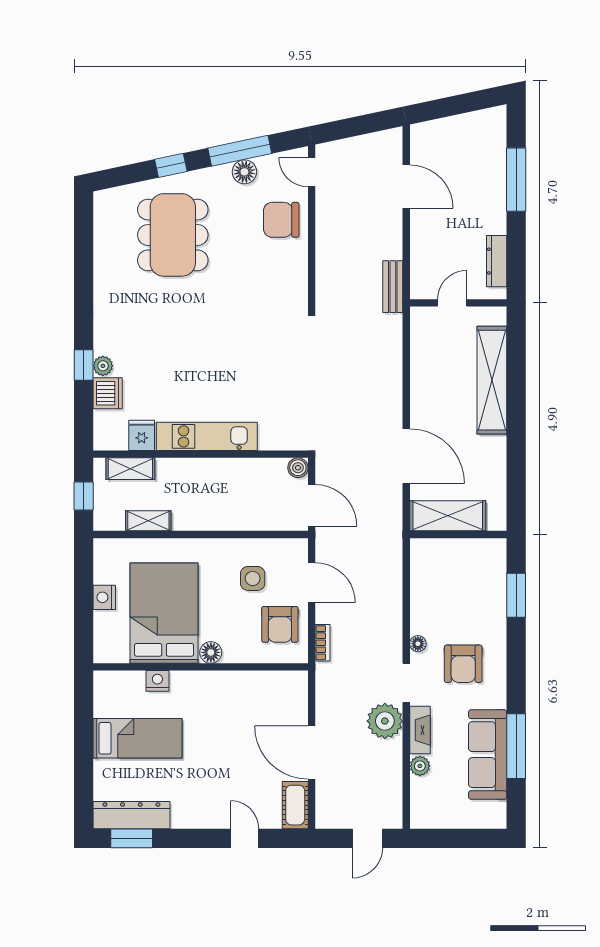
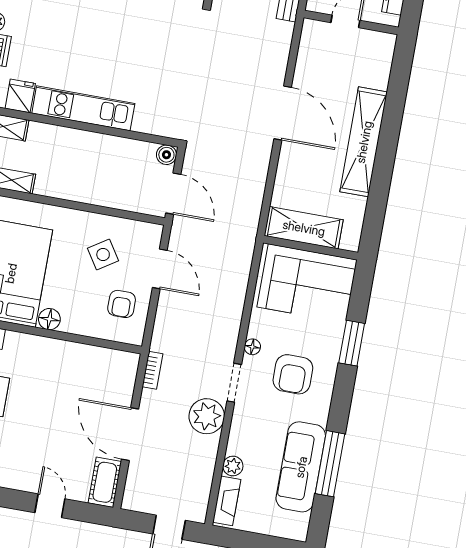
shelving: (492, 380) -> (364, 142), moved
door: (406, 456) -> (283, 113), moved
corner sofa: (461, 571) -> (307, 283), added
side table: (253, 578) -> (103, 254), turned -33
window: (516, 595) -> (352, 343), moved
armchair: (280, 624) -> (122, 304), width x0.72, depth x0.72
bookcase: (323, 643) -> (152, 370), moved
fireplace: (420, 730) -> (227, 501), moved

